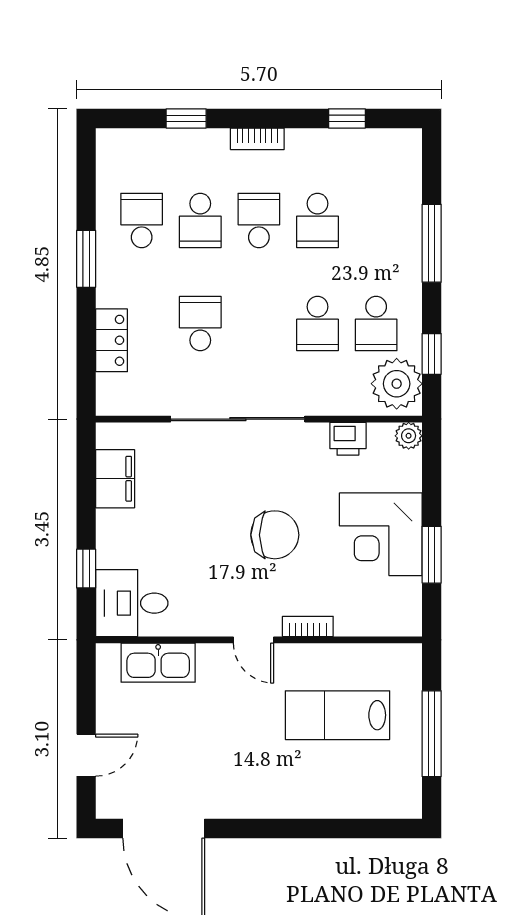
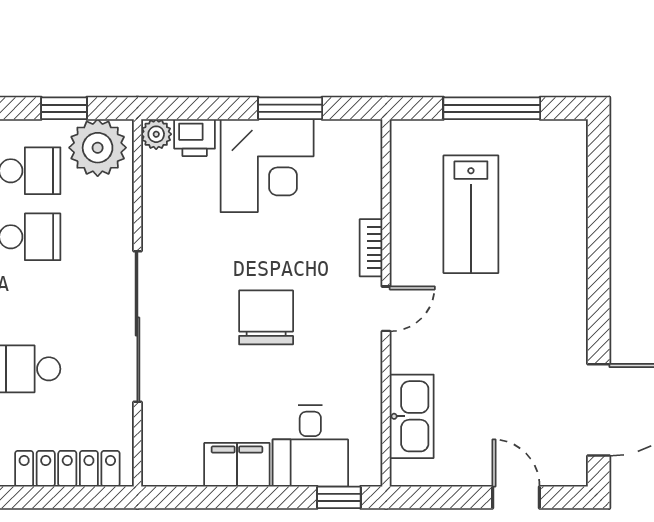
locker: (112, 340) -> (67, 469), width x1.53
printer: (348, 439) -> (195, 138), moved, turned 90
filing cabinet: (115, 479) -> (237, 465), moved
chair: (275, 535) -> (266, 317), moved
window: (86, 569) -> (339, 497), moved
desk: (132, 603) -> (310, 446), moved

